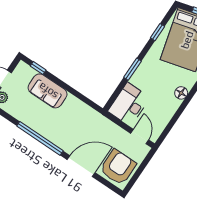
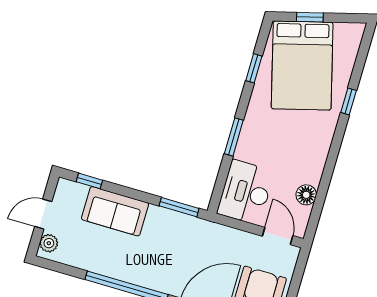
floor lamp: (181, 93) -> (306, 195), moved
window: (86, 101) -> (179, 207), added

